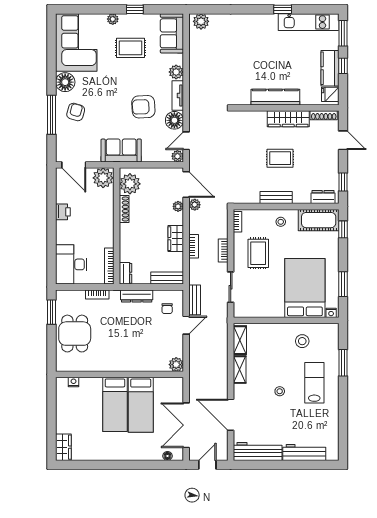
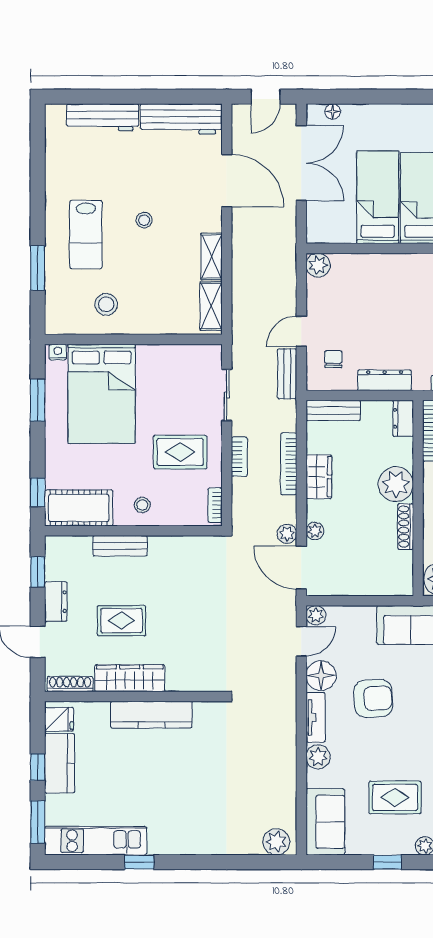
rug: (280, 158) -> (121, 621), moved
plant: (130, 184) -> (396, 484), moved
dresser: (323, 197) -> (56, 602), moved, turned -90
bench: (276, 198) -> (120, 546), moved
bookcase: (194, 246) -> (289, 464), width x1.56
rug: (258, 253) -> (180, 452), turned 90

